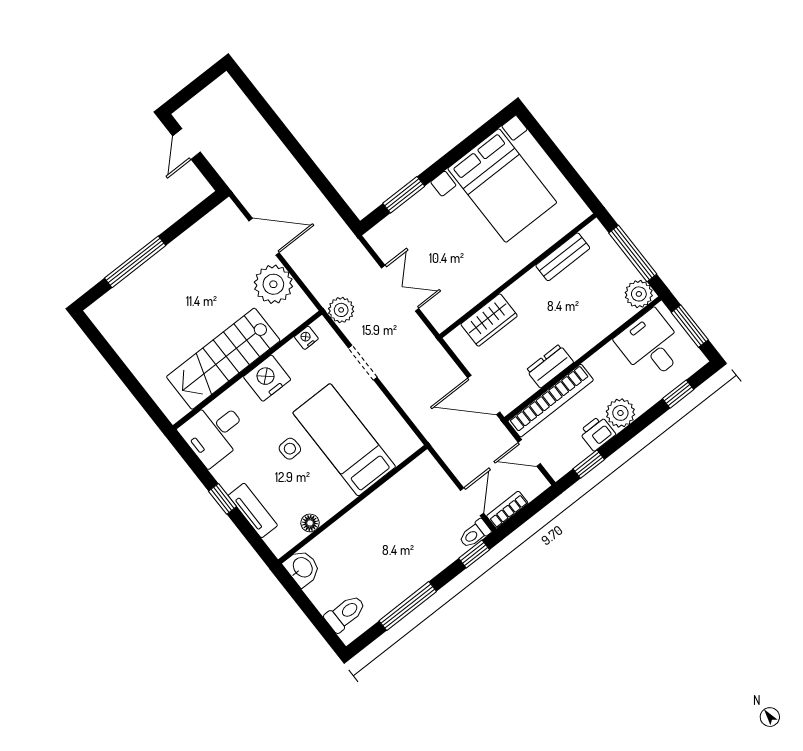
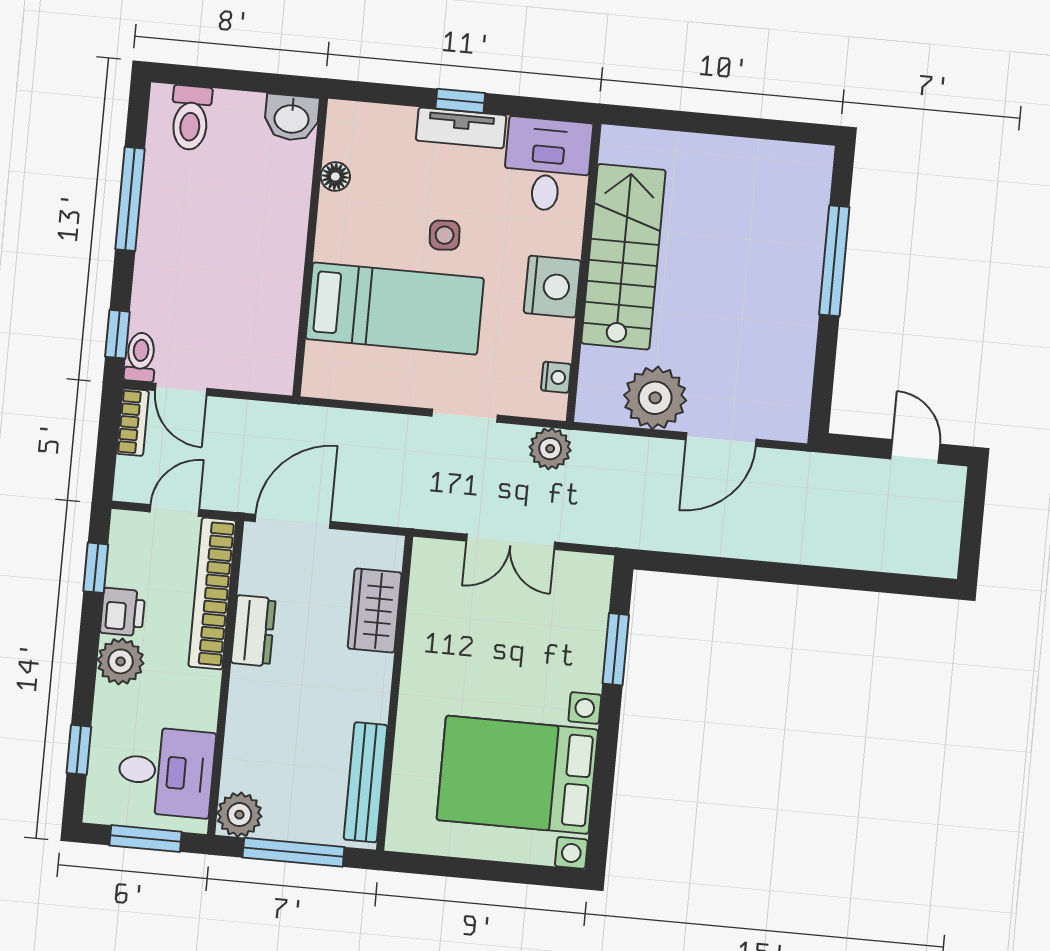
bench: (563, 257) -> (366, 782), width x1.36
tv unit: (253, 510) -> (461, 128), moved

